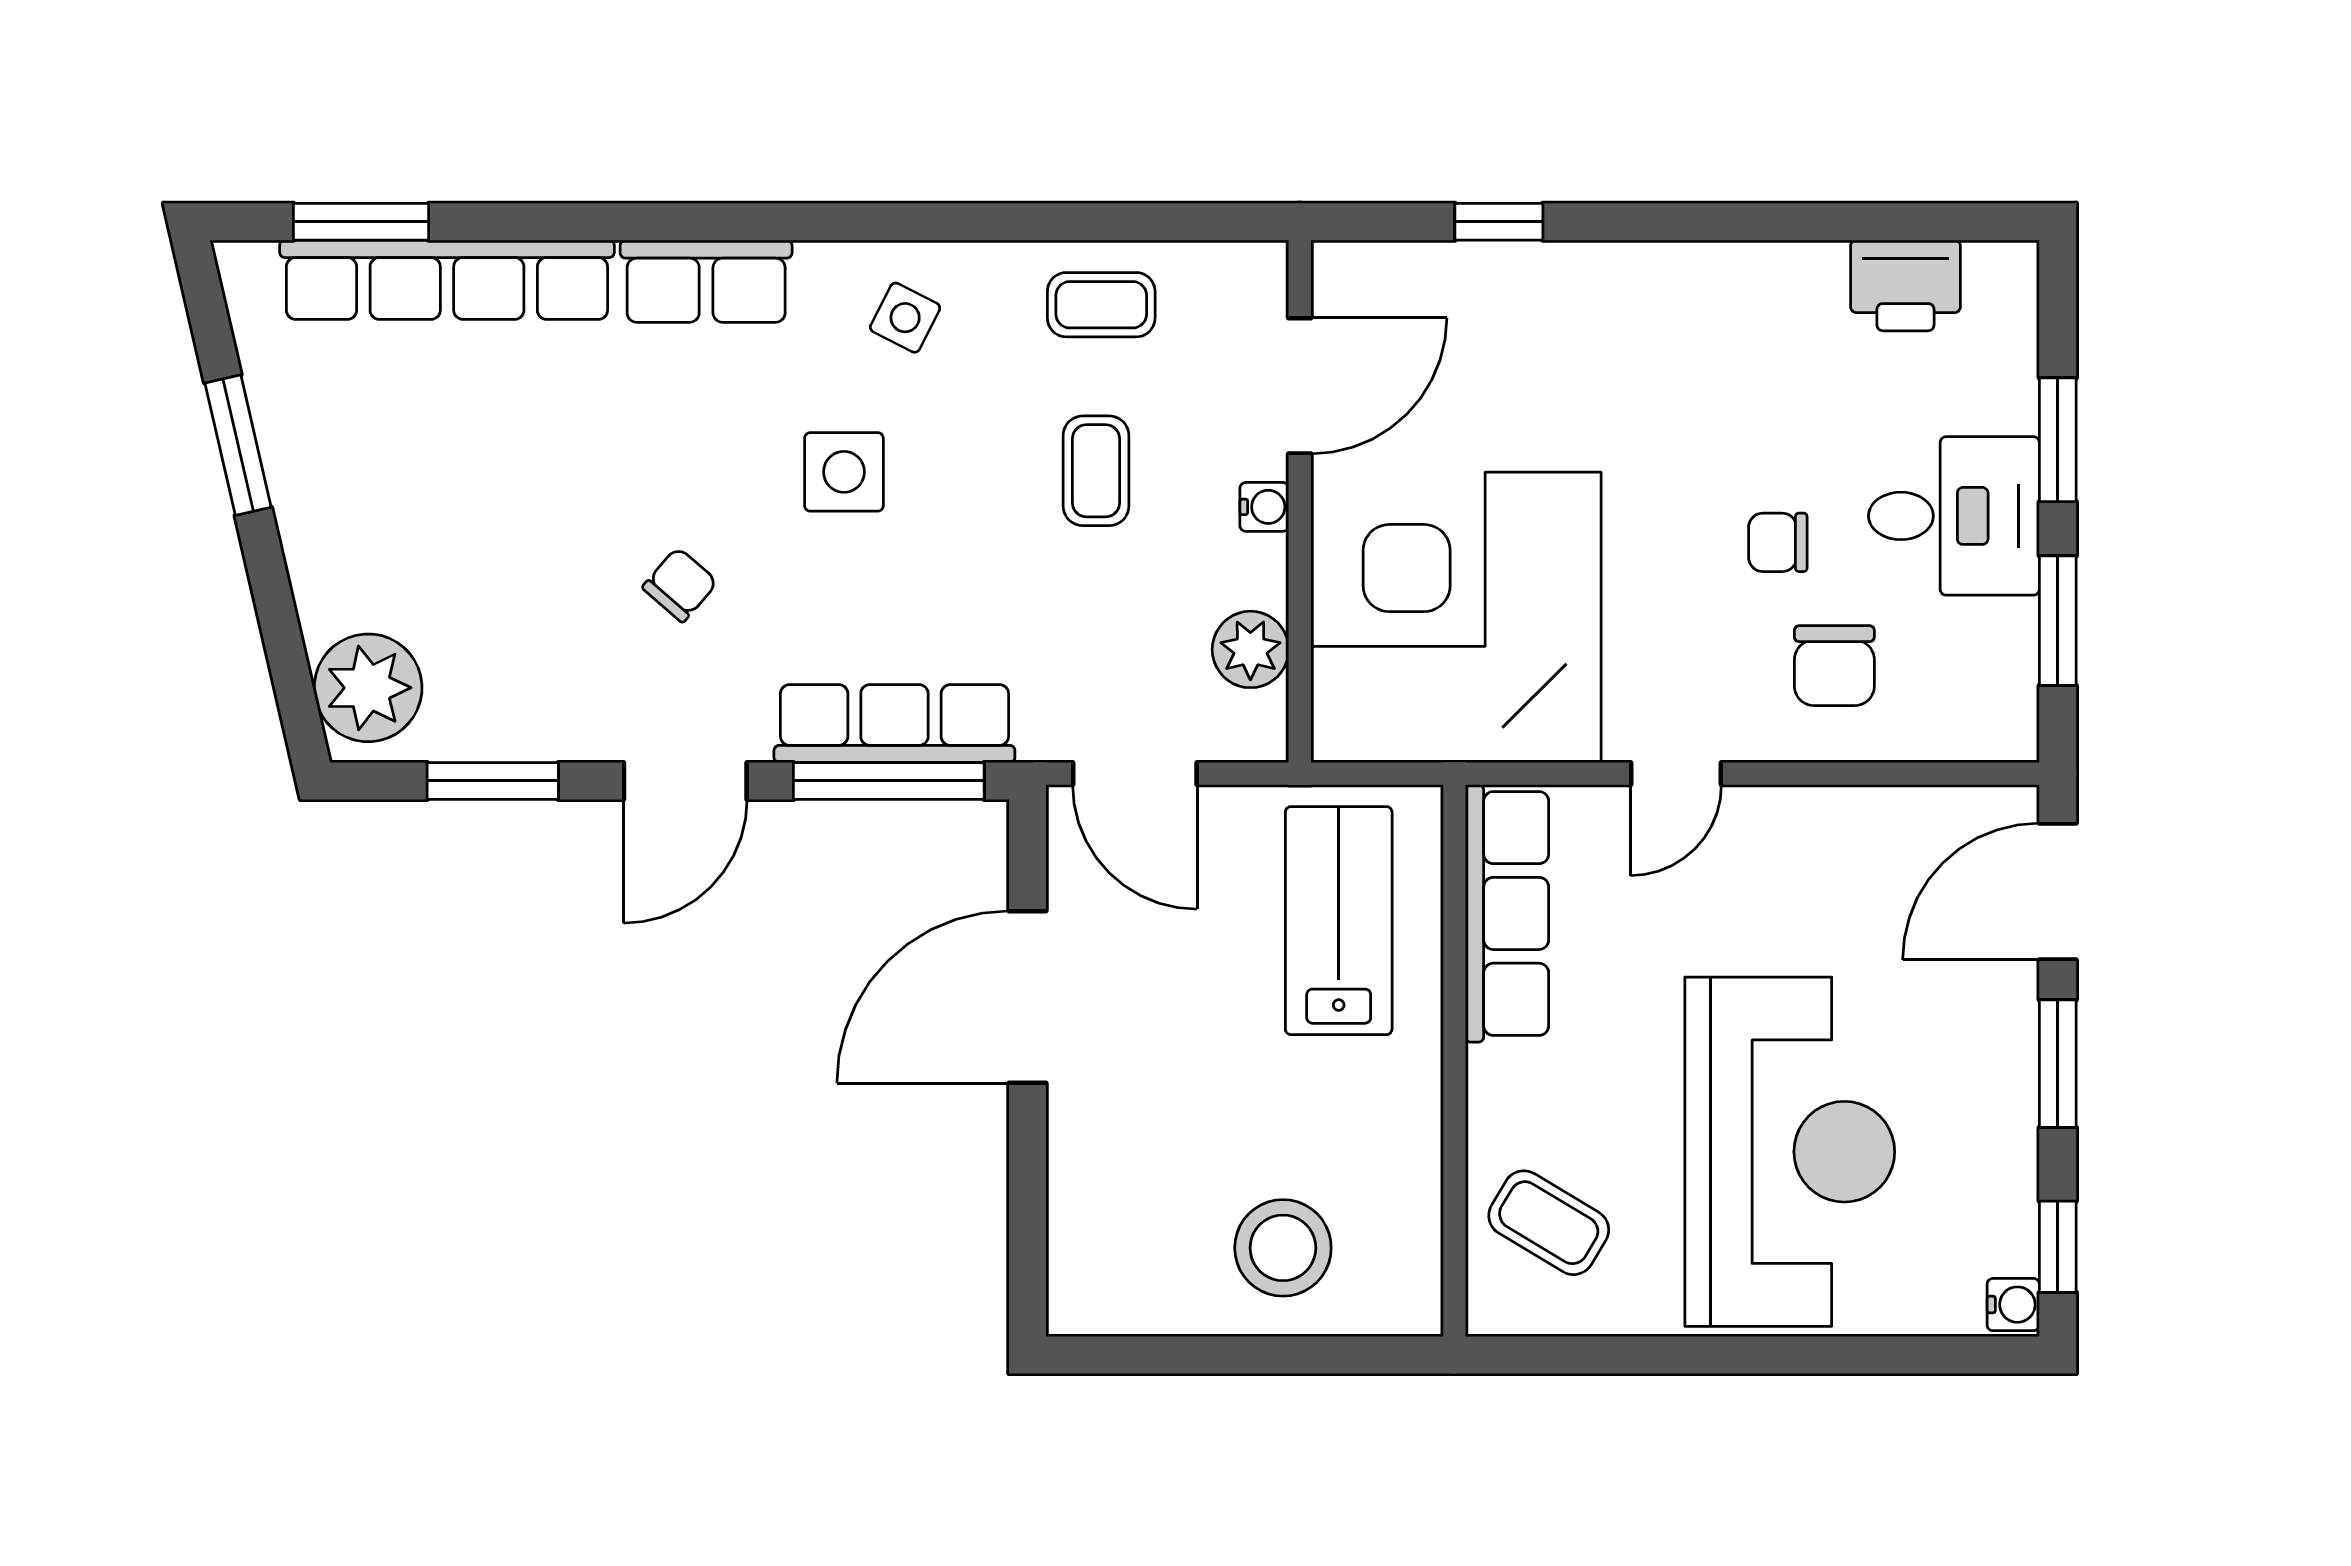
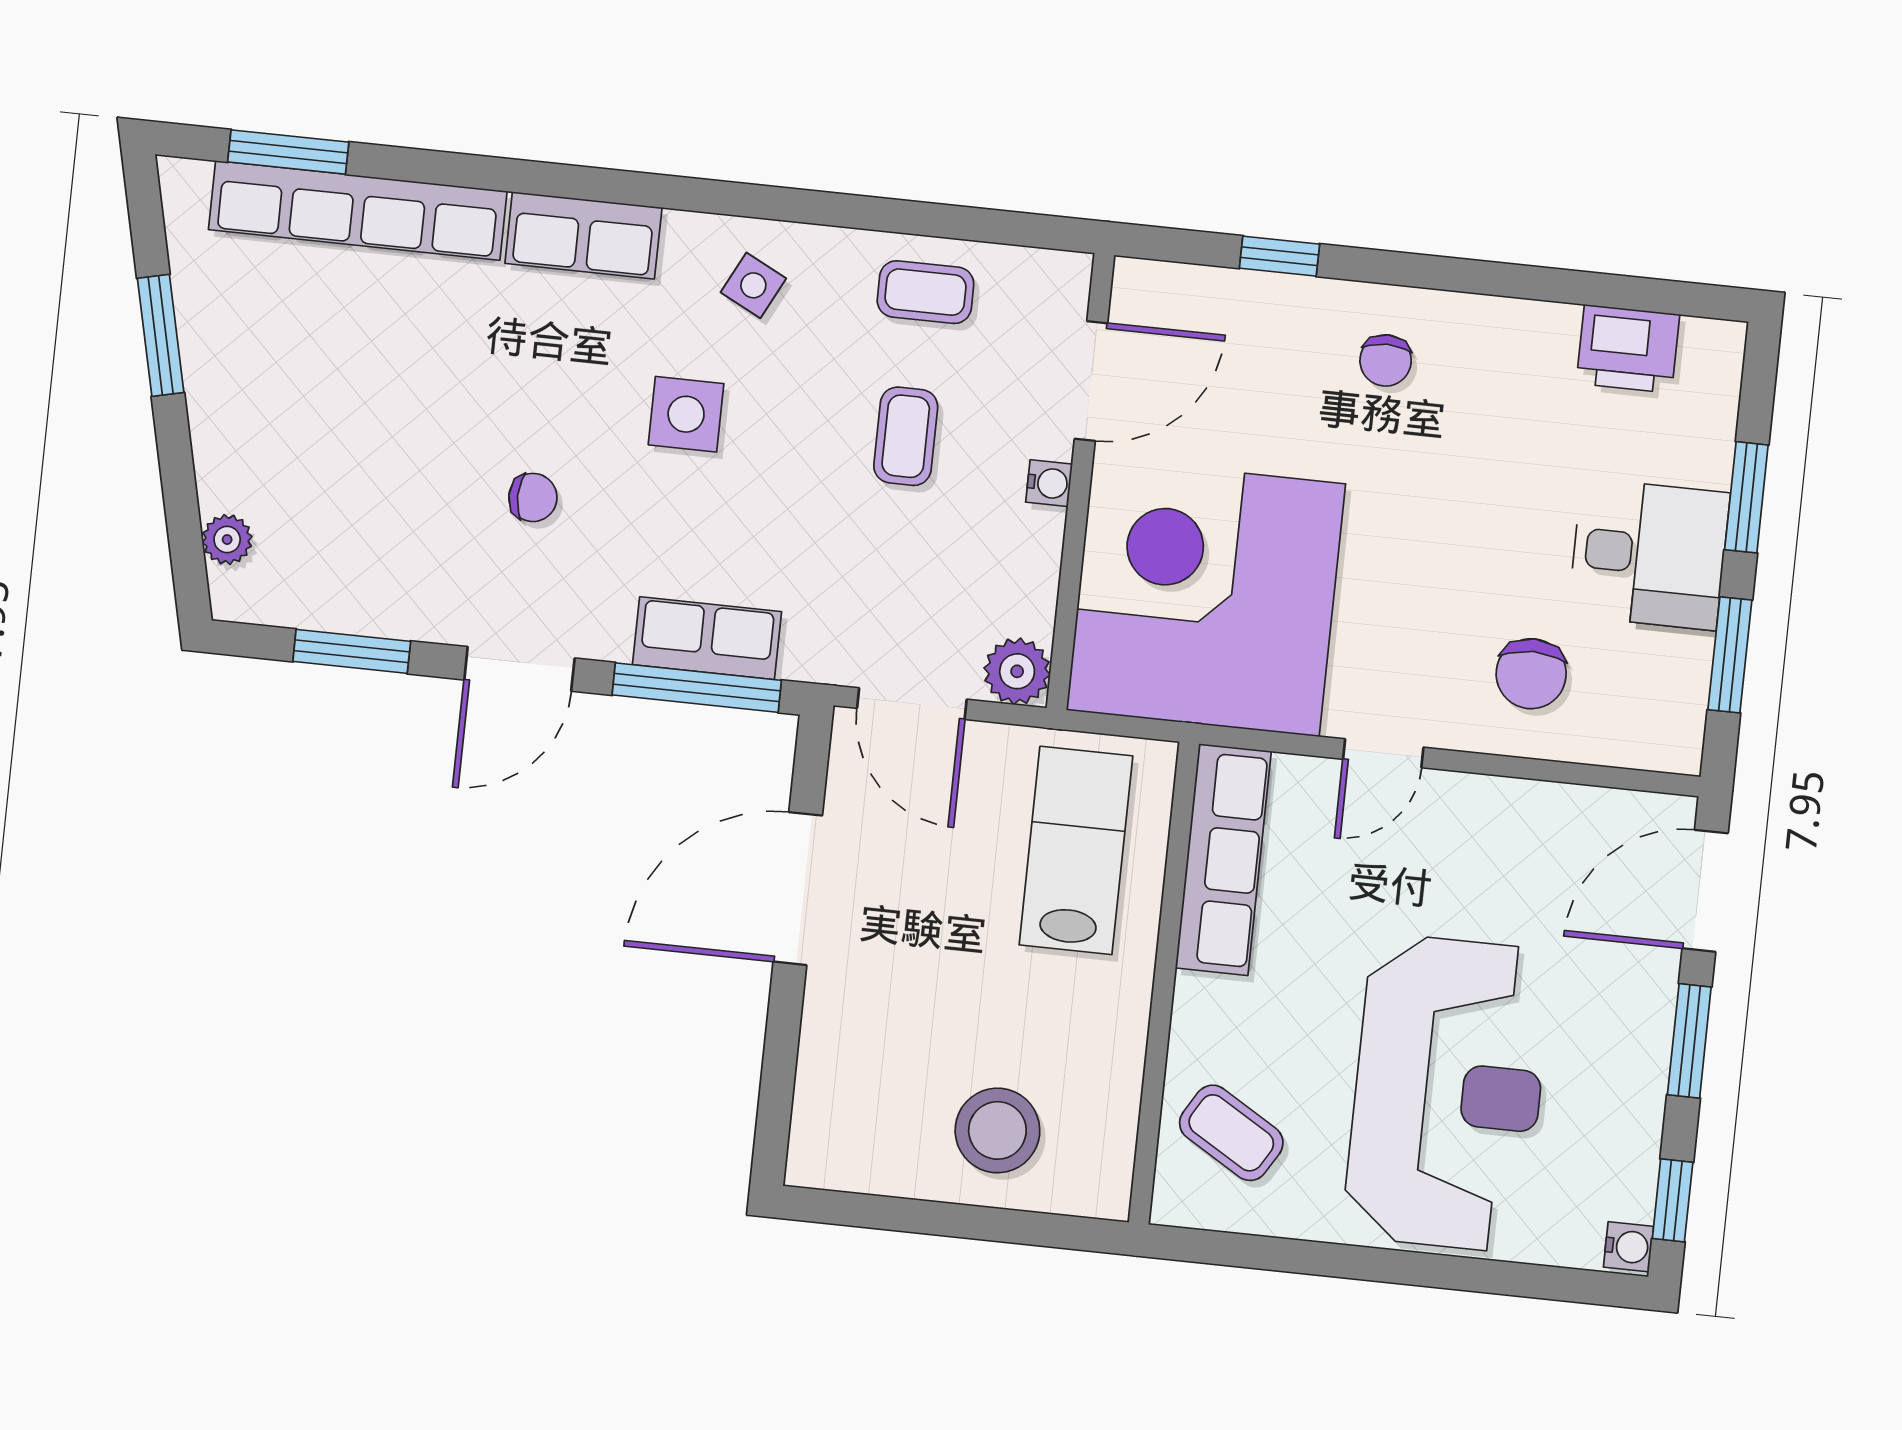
chair: (1778, 542) -> (1386, 360), moved, turned -90
chair: (680, 585) -> (533, 497), turned 49
plant: (1250, 649) -> (1017, 671), moved
plant: (368, 688) -> (227, 540), width x0.53, depth x0.53
row of seats: (894, 724) -> (707, 638), width x0.68

